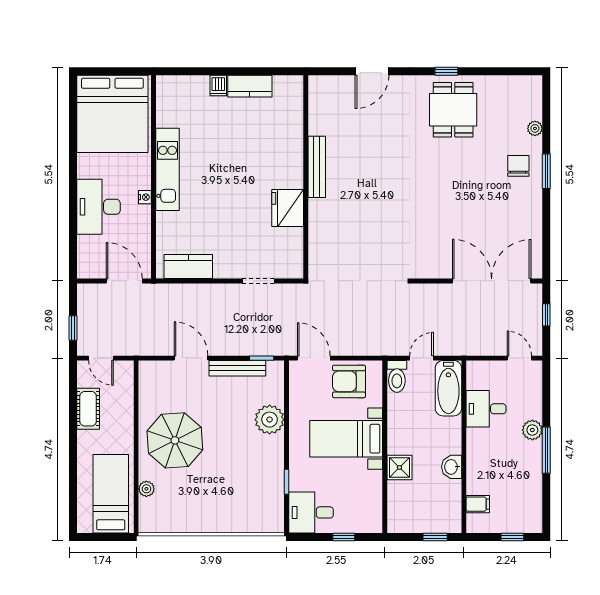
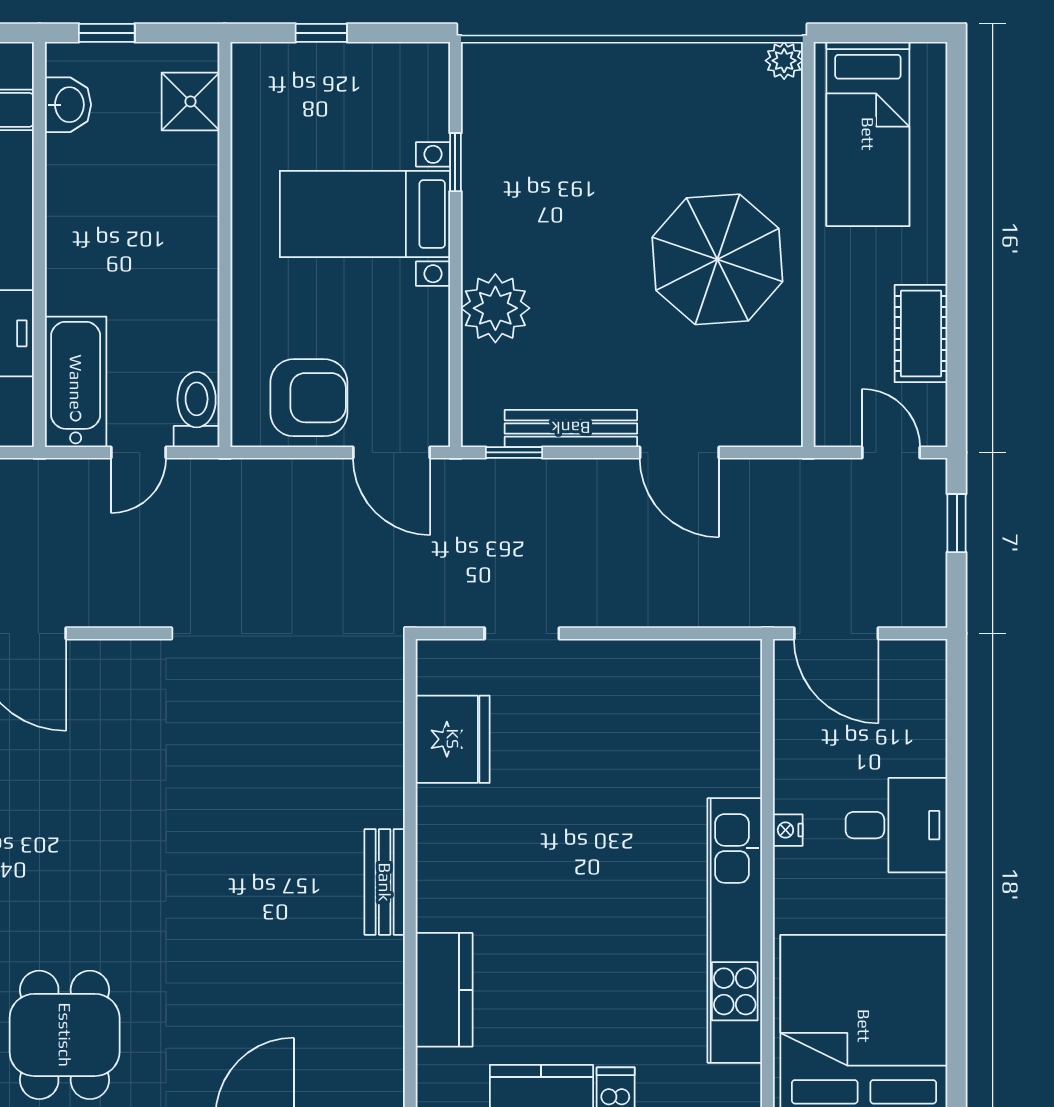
bench: (317, 167) -> (385, 882), width x0.73
kitchen unit: (167, 169) -> (735, 930), width x1.36
desk: (99, 207) -> (897, 825), width x0.73
fridge: (288, 208) -> (453, 739), moved
kitchen counter: (188, 267) -> (444, 990), moved, turned -90
bed with nightstands: (346, 439) -> (365, 214), moved, turned 180
washbasin: (452, 467) -> (68, 105), moved
shower: (399, 468) -> (191, 101), moved
plant: (146, 489) -> (784, 61), moved
desk: (311, 512) -> (398, 90), removed

